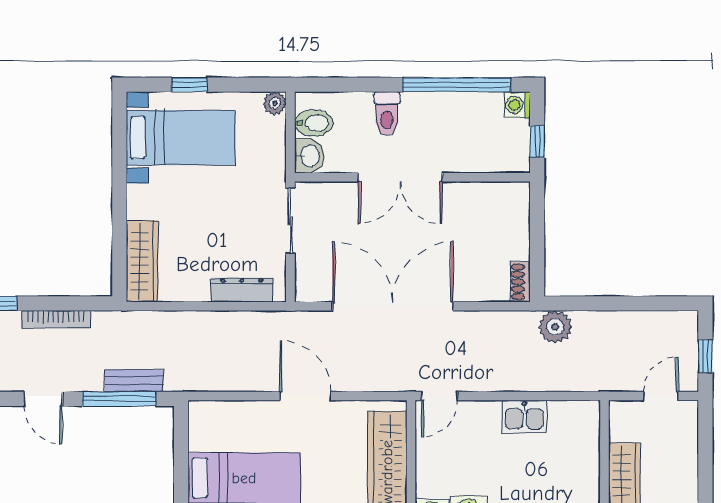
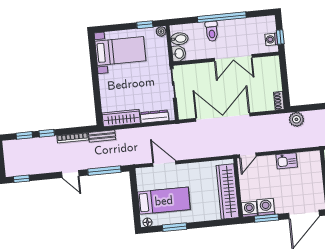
window: (189, 85) -> (145, 25), moved
window: (456, 85) -> (222, 17), moved
washing machine: (517, 105) -> (271, 39), moved
double door: (400, 177) -> (233, 58), moved
wardrobe: (142, 261) -> (121, 118), moved, turned -90
bench: (134, 381) -> (102, 136), moved
door: (305, 396) -> (164, 164), moved

